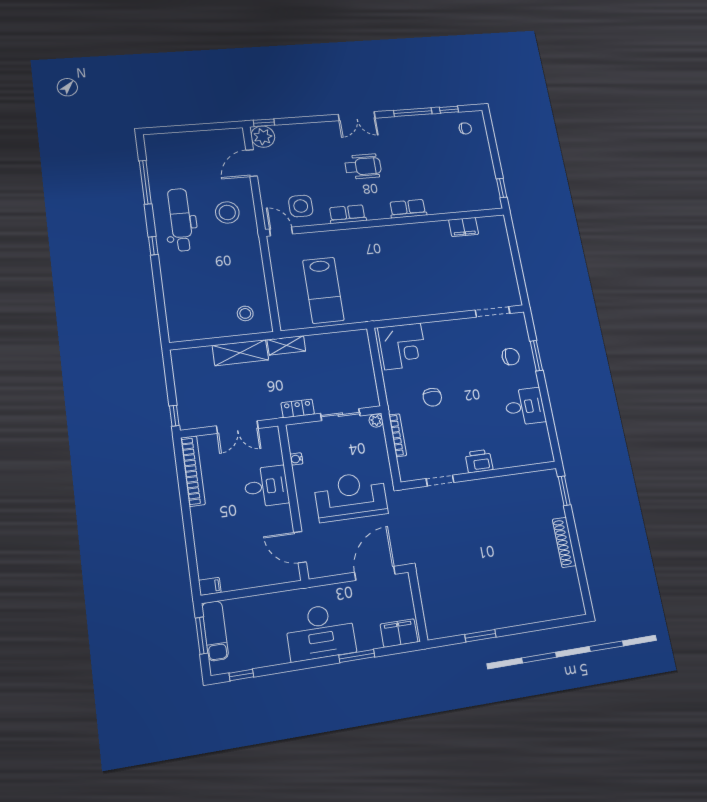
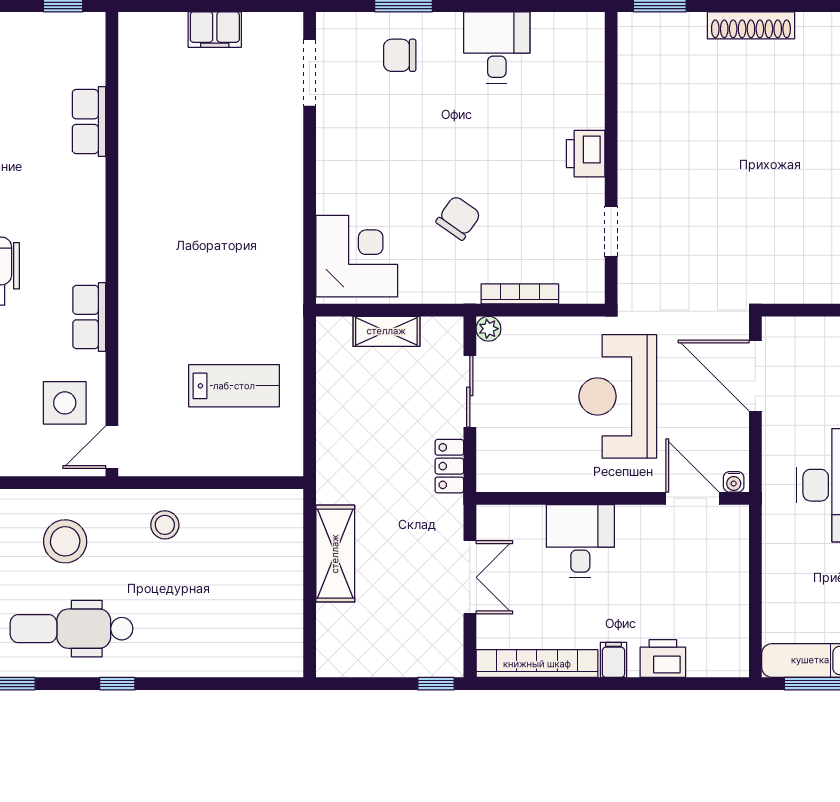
row of seats: (408, 209) -> (89, 122), moved
filing cabinet: (464, 227) -> (215, 30), moved, turned 90
lab bench: (323, 290) -> (234, 386), width x0.73, depth x0.72
stool: (245, 313) -> (165, 525), moved
shelving: (286, 345) -> (386, 331), moved, turned 90
chair: (511, 357) -> (400, 55), turned -90
chair: (432, 397) -> (458, 218), turned -55
water cooler: (296, 459) -> (734, 482), moved
printer: (205, 543) -> (663, 658), added
door: (300, 547) -> (693, 498), swing flipped
filing cabinet: (210, 586) -> (613, 660), moved

